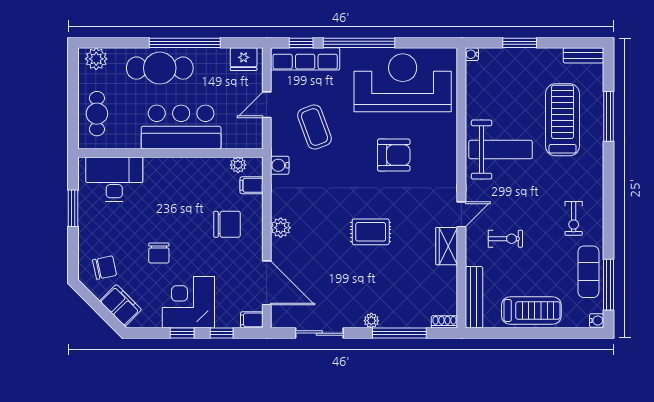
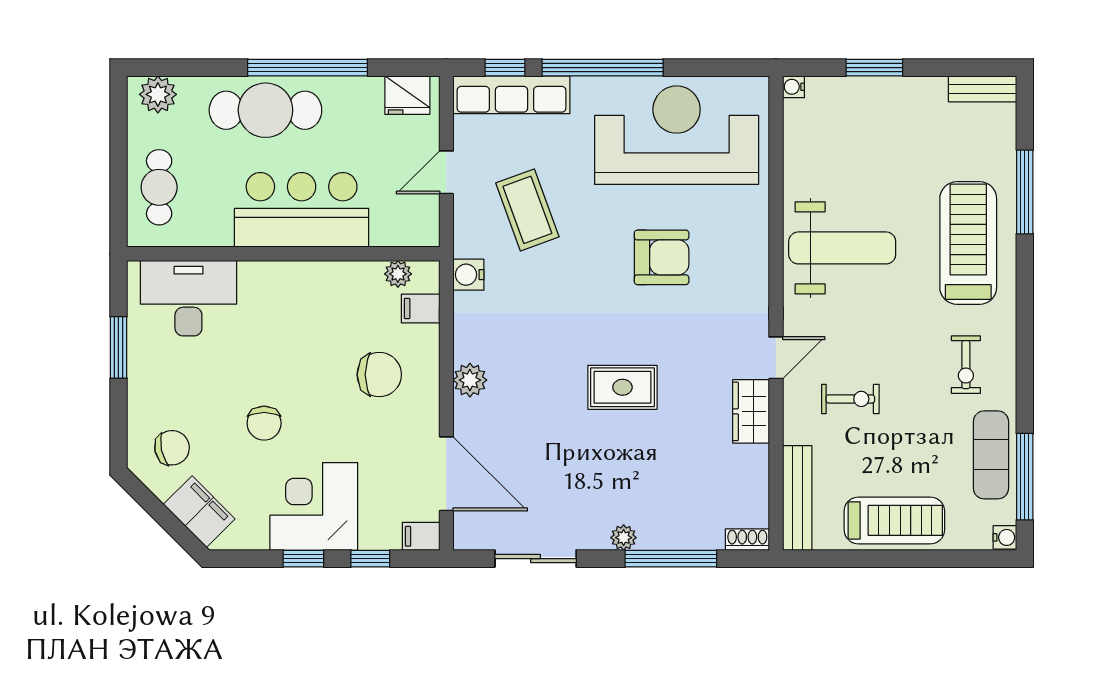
treadmill: (563, 120) -> (968, 243), moved

